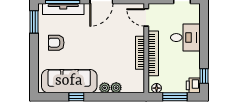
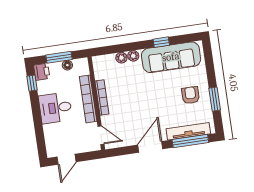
window: (34, 22) -> (215, 99), moved
desk: (185, 38) -> (55, 108), moved
armchair: (56, 43) -> (191, 95), turned -90
floor lamp: (157, 88) -> (67, 65), moved

